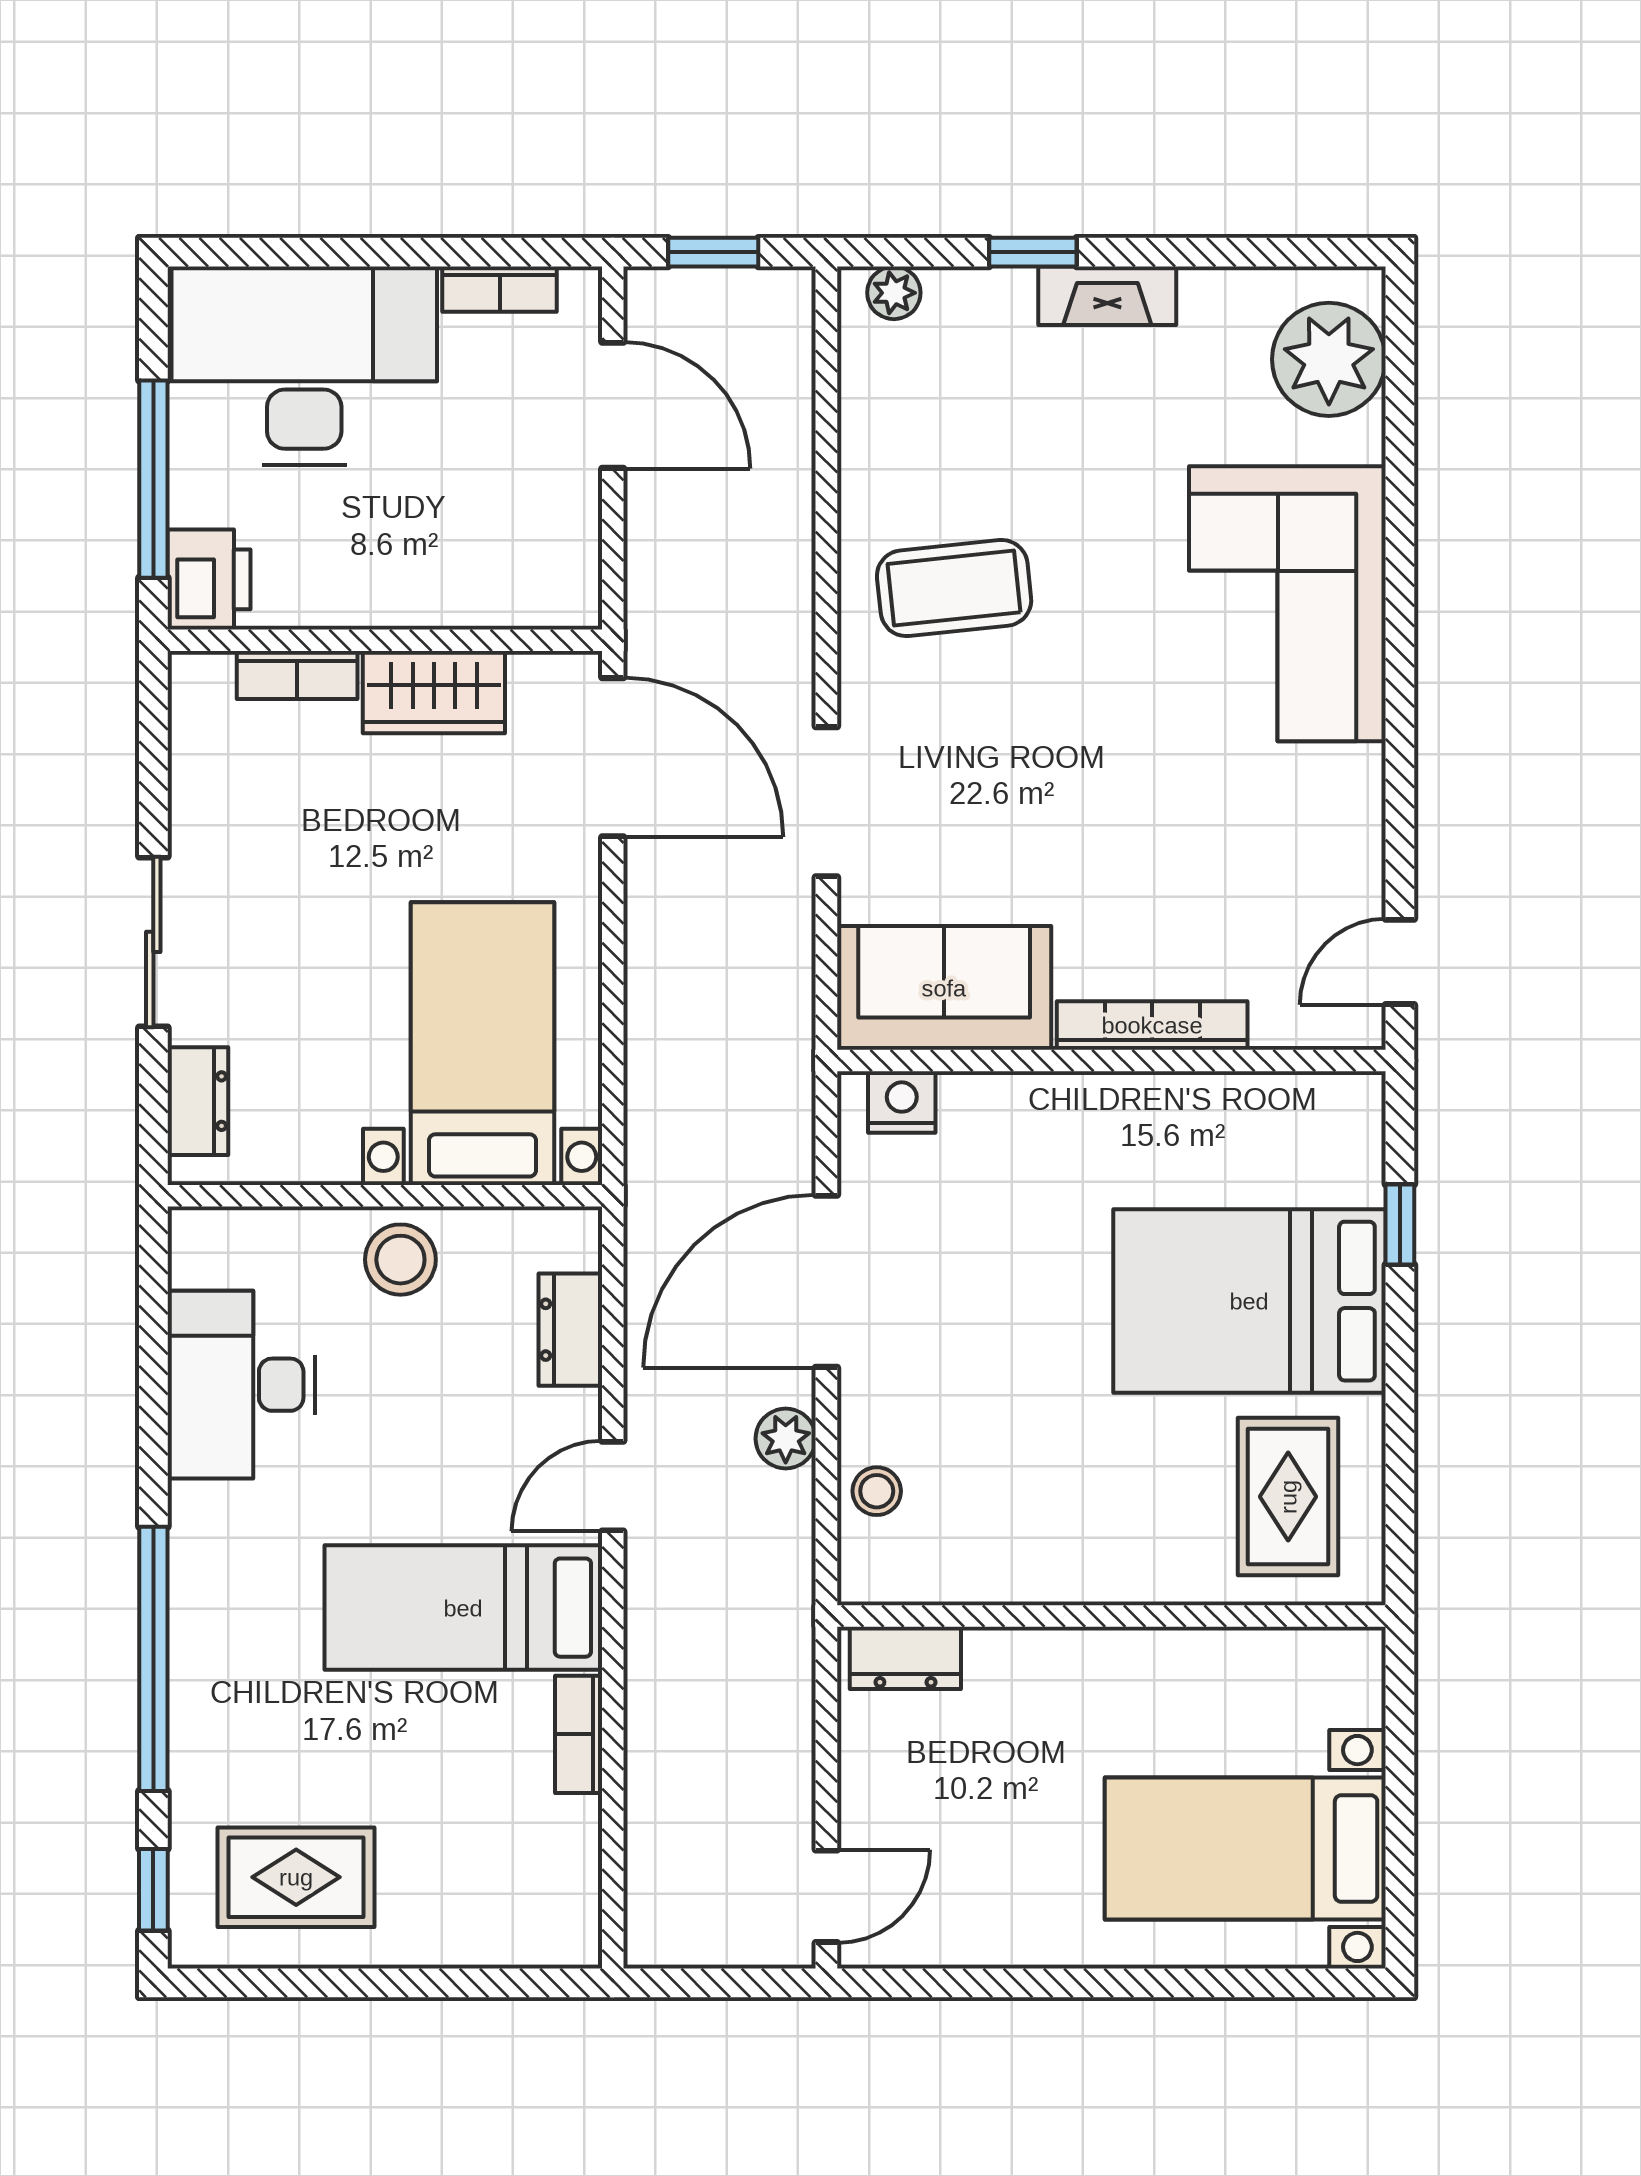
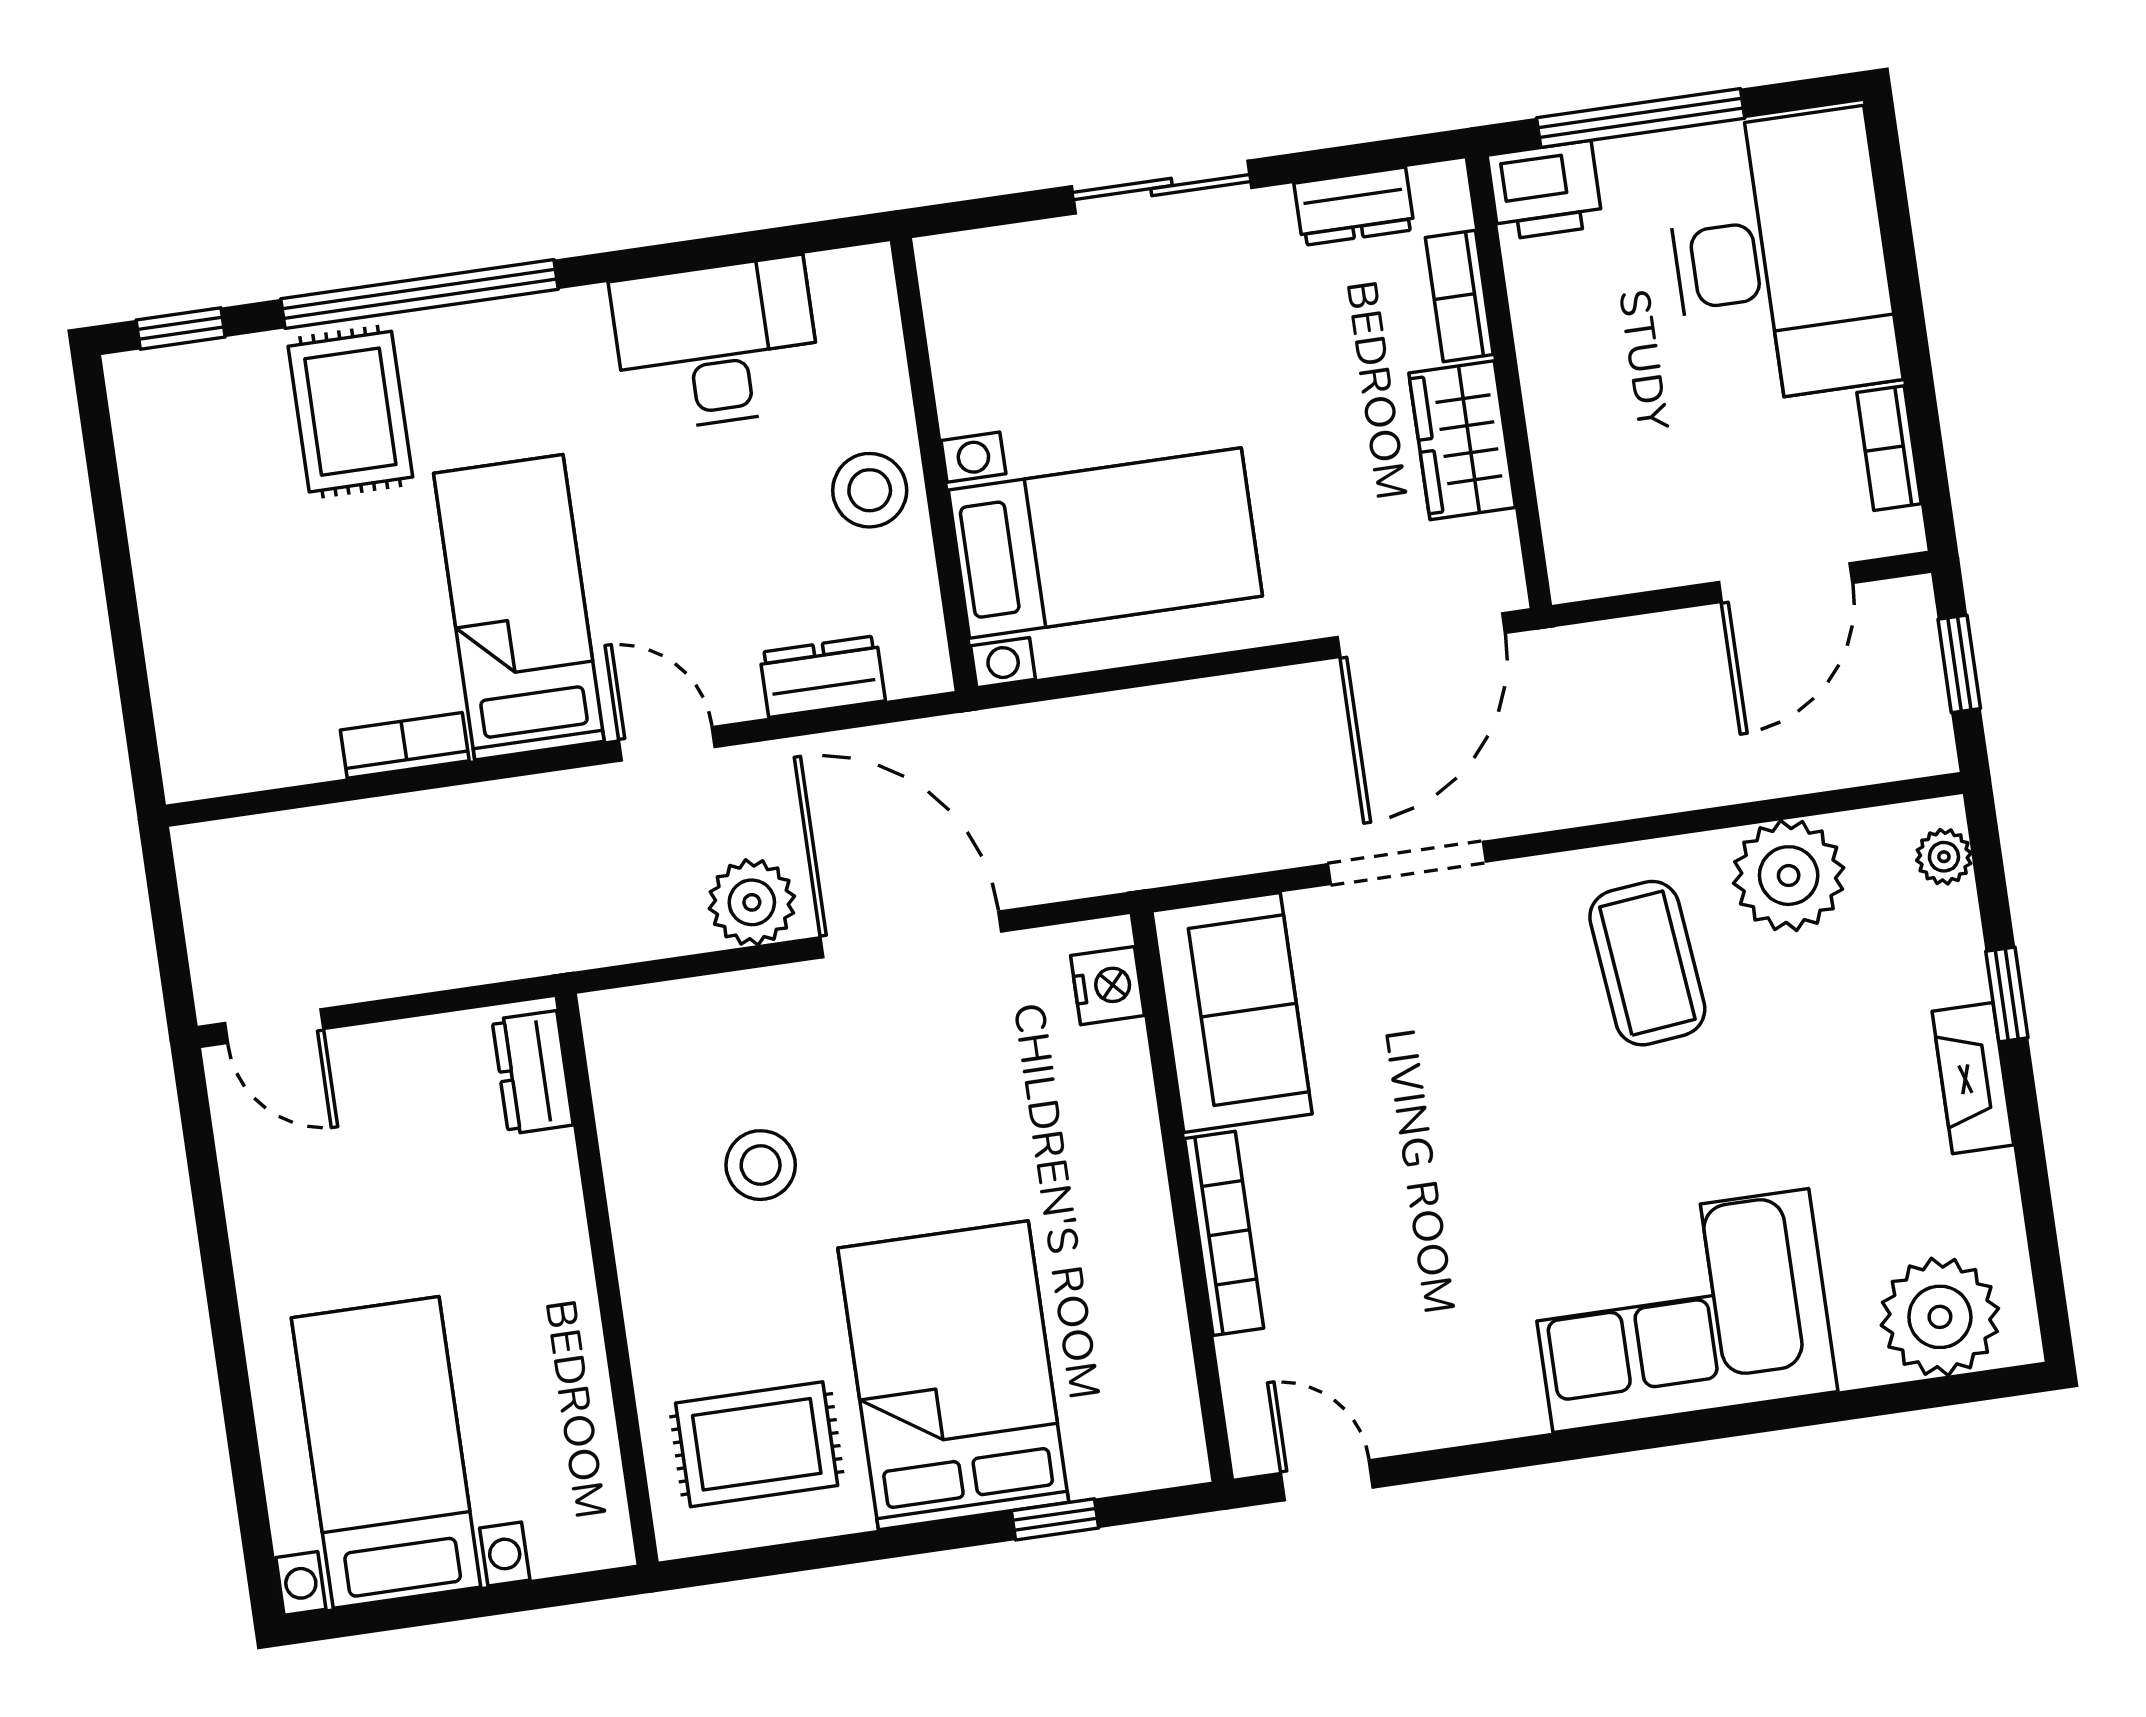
plant: (890, 442) -> (1789, 876), added
dresser: (198, 1101) -> (1354, 206), moved
plant: (786, 1439) -> (752, 902), width x1.38, depth x1.38
stool: (877, 1491) -> (761, 1165), moved, width x1.37, depth x1.37
rug: (296, 1877) -> (350, 412), moved

